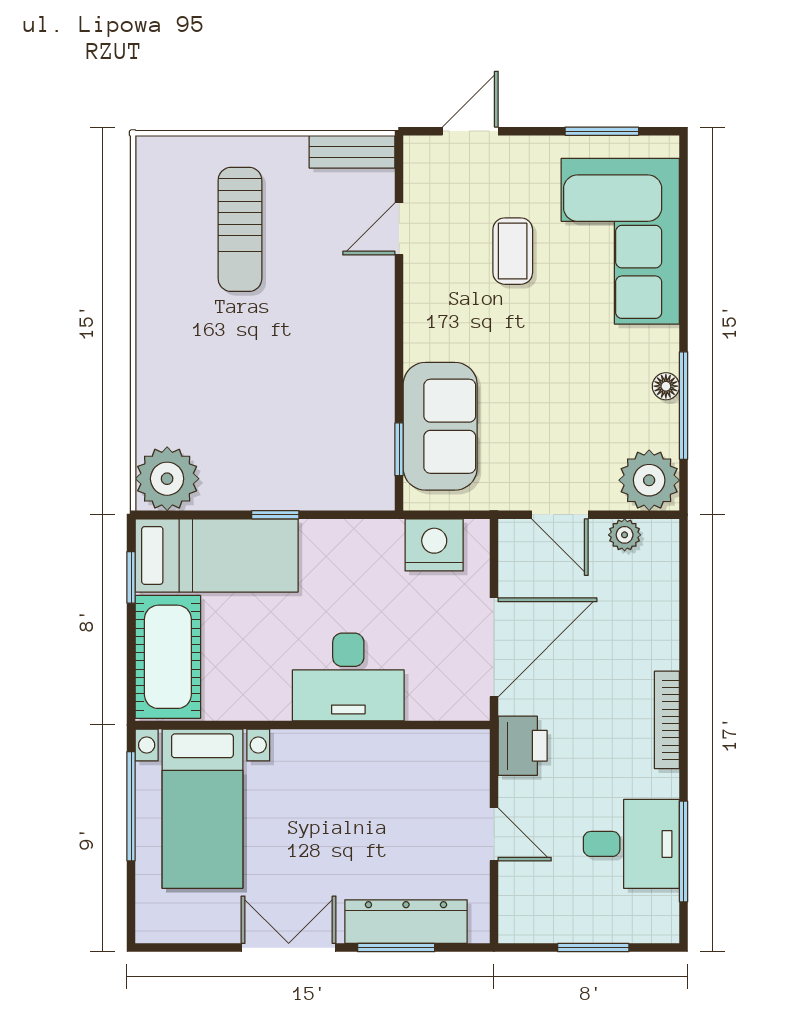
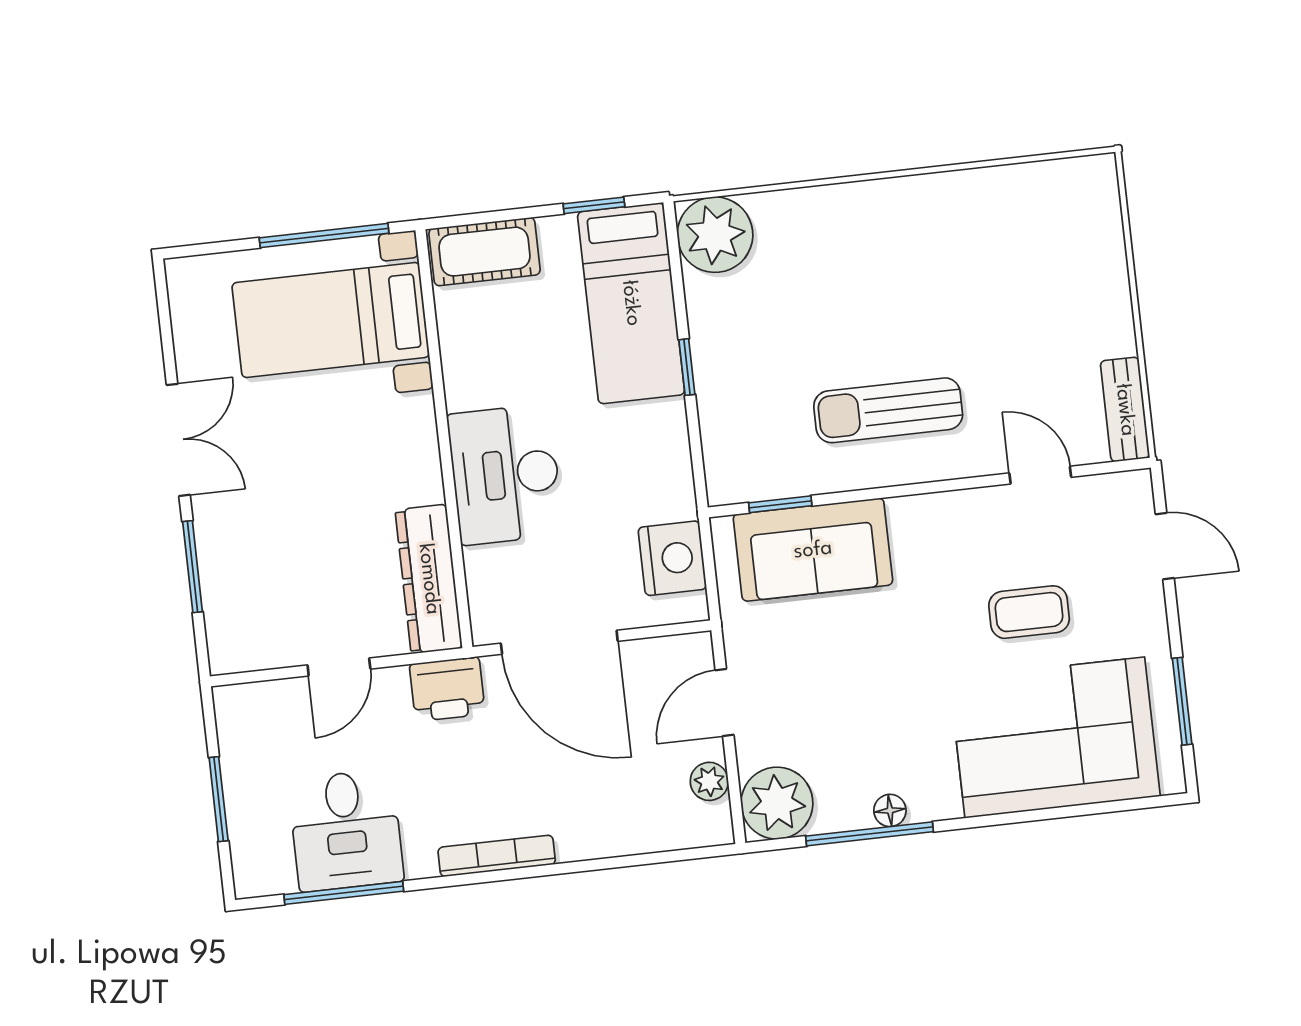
sun lounger: (240, 229) -> (888, 410), moved
cot: (168, 657) -> (484, 252), width x0.73, depth x0.75
dresser: (406, 922) -> (429, 579), moved, turned 180

